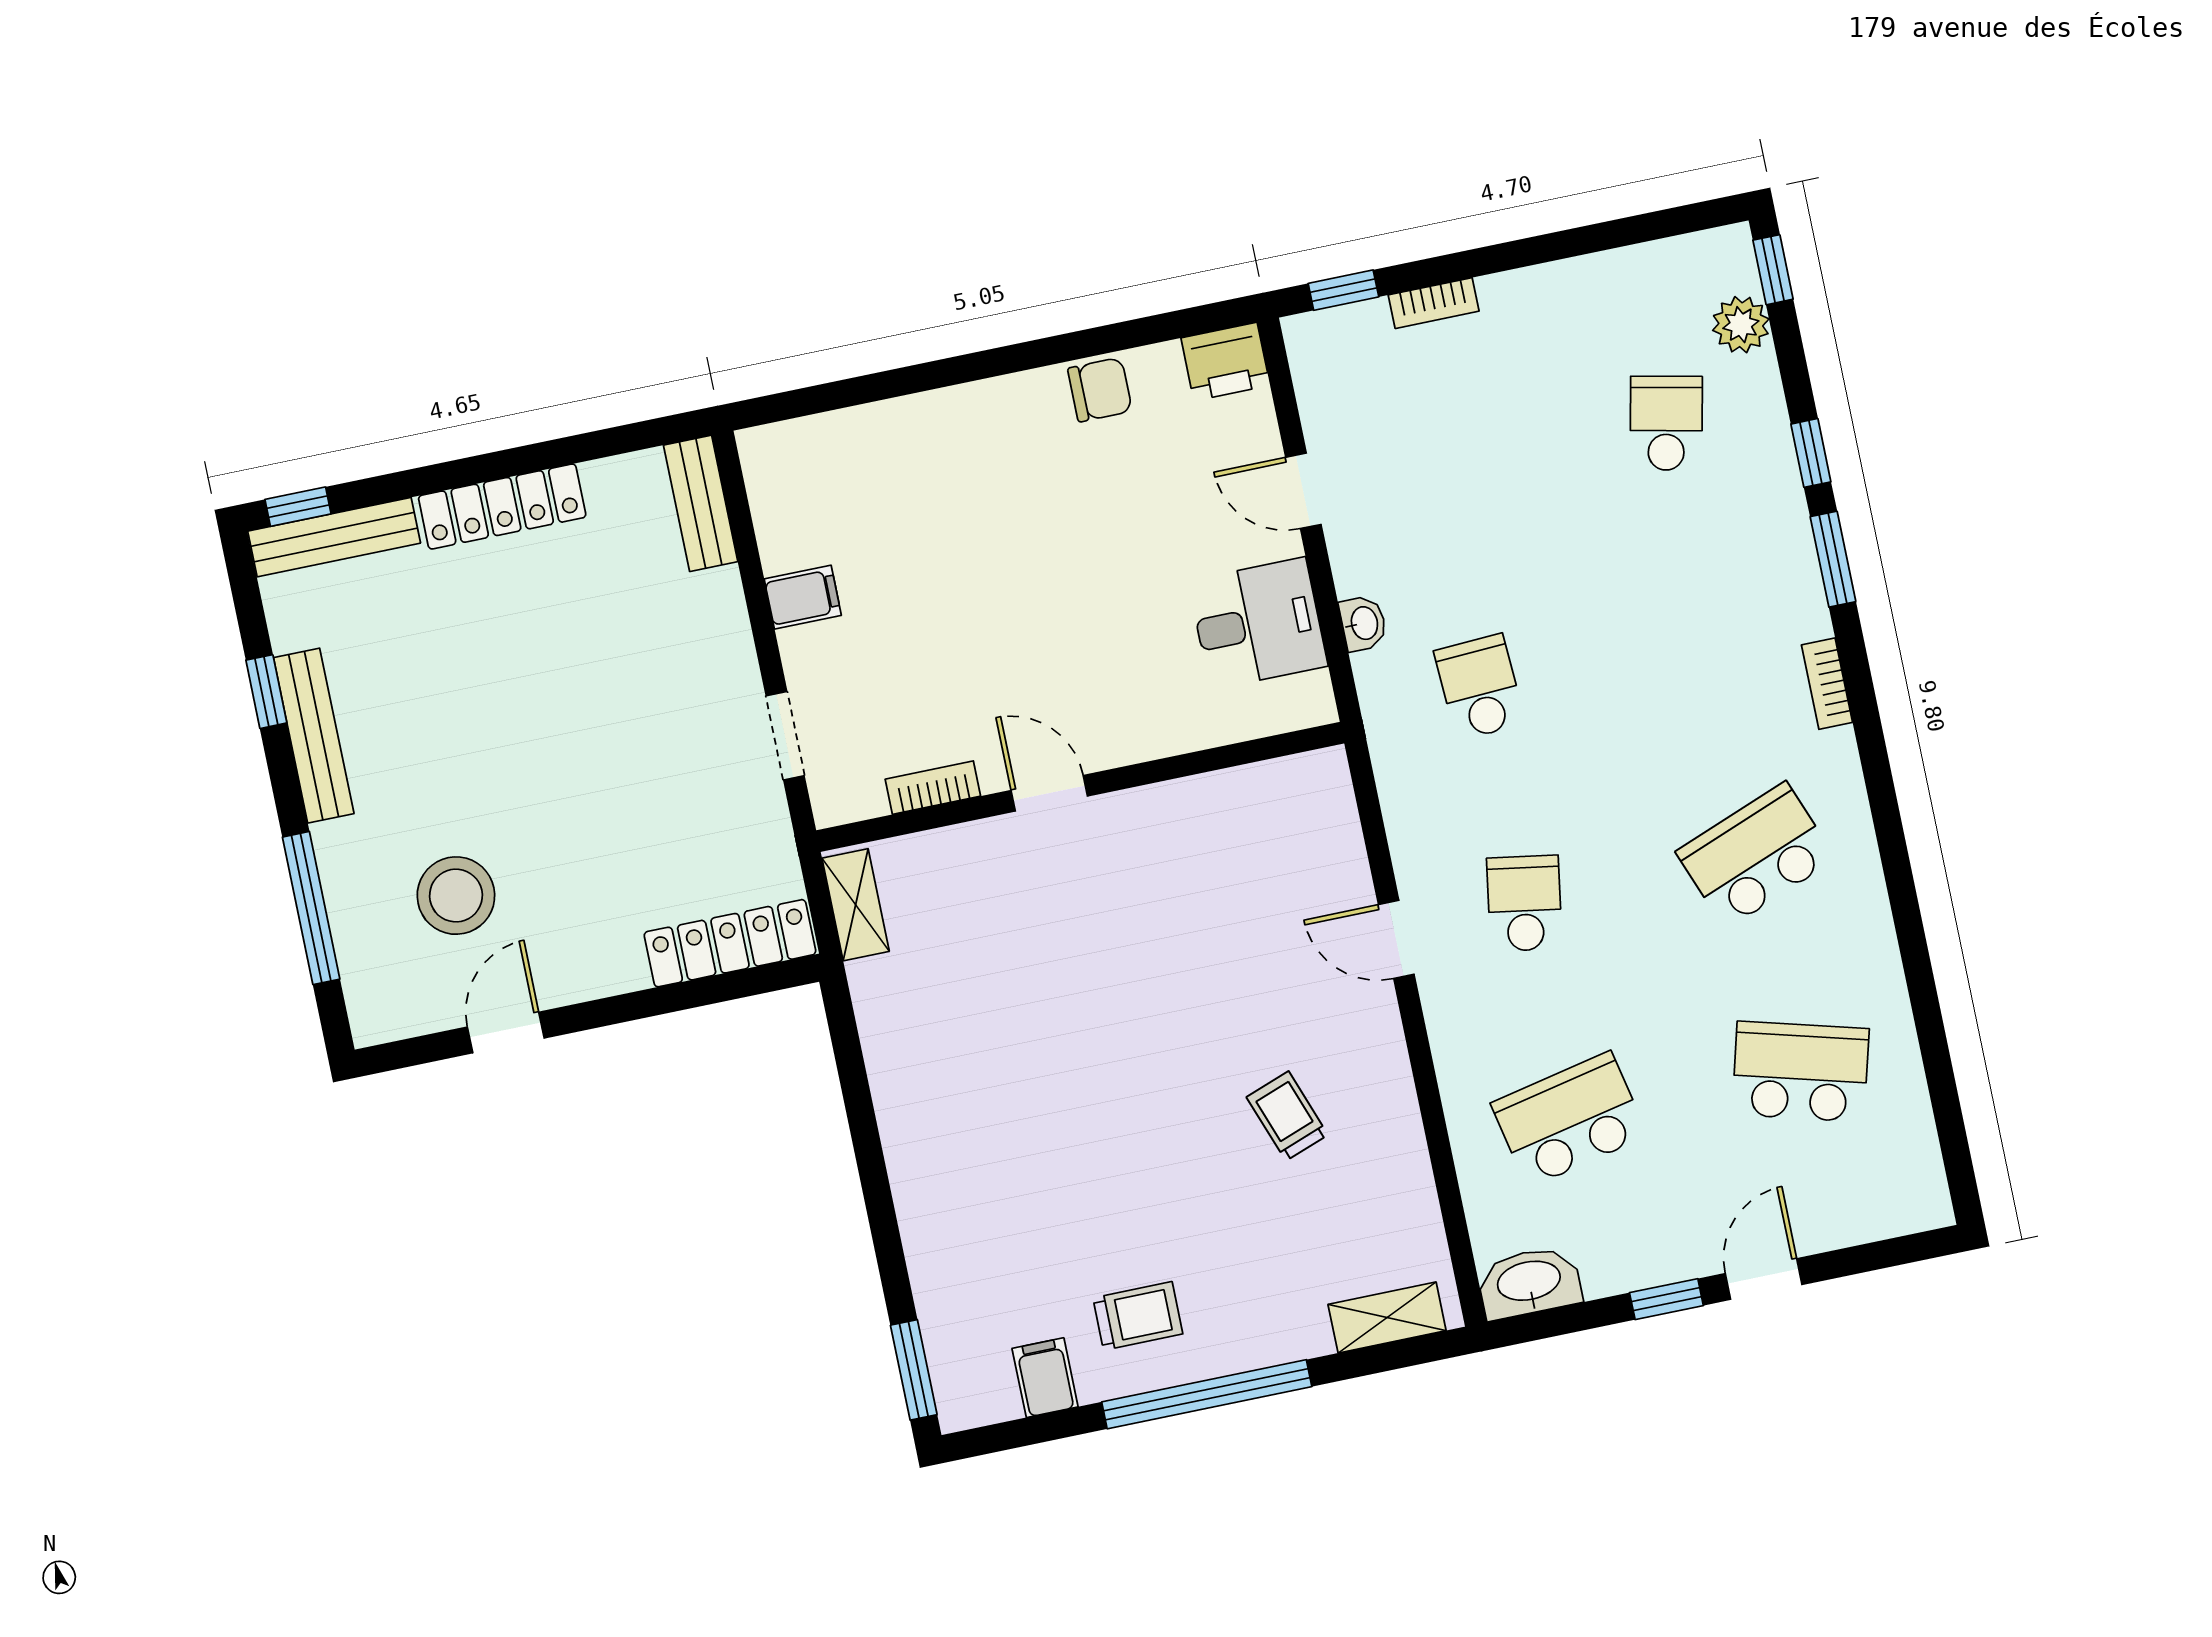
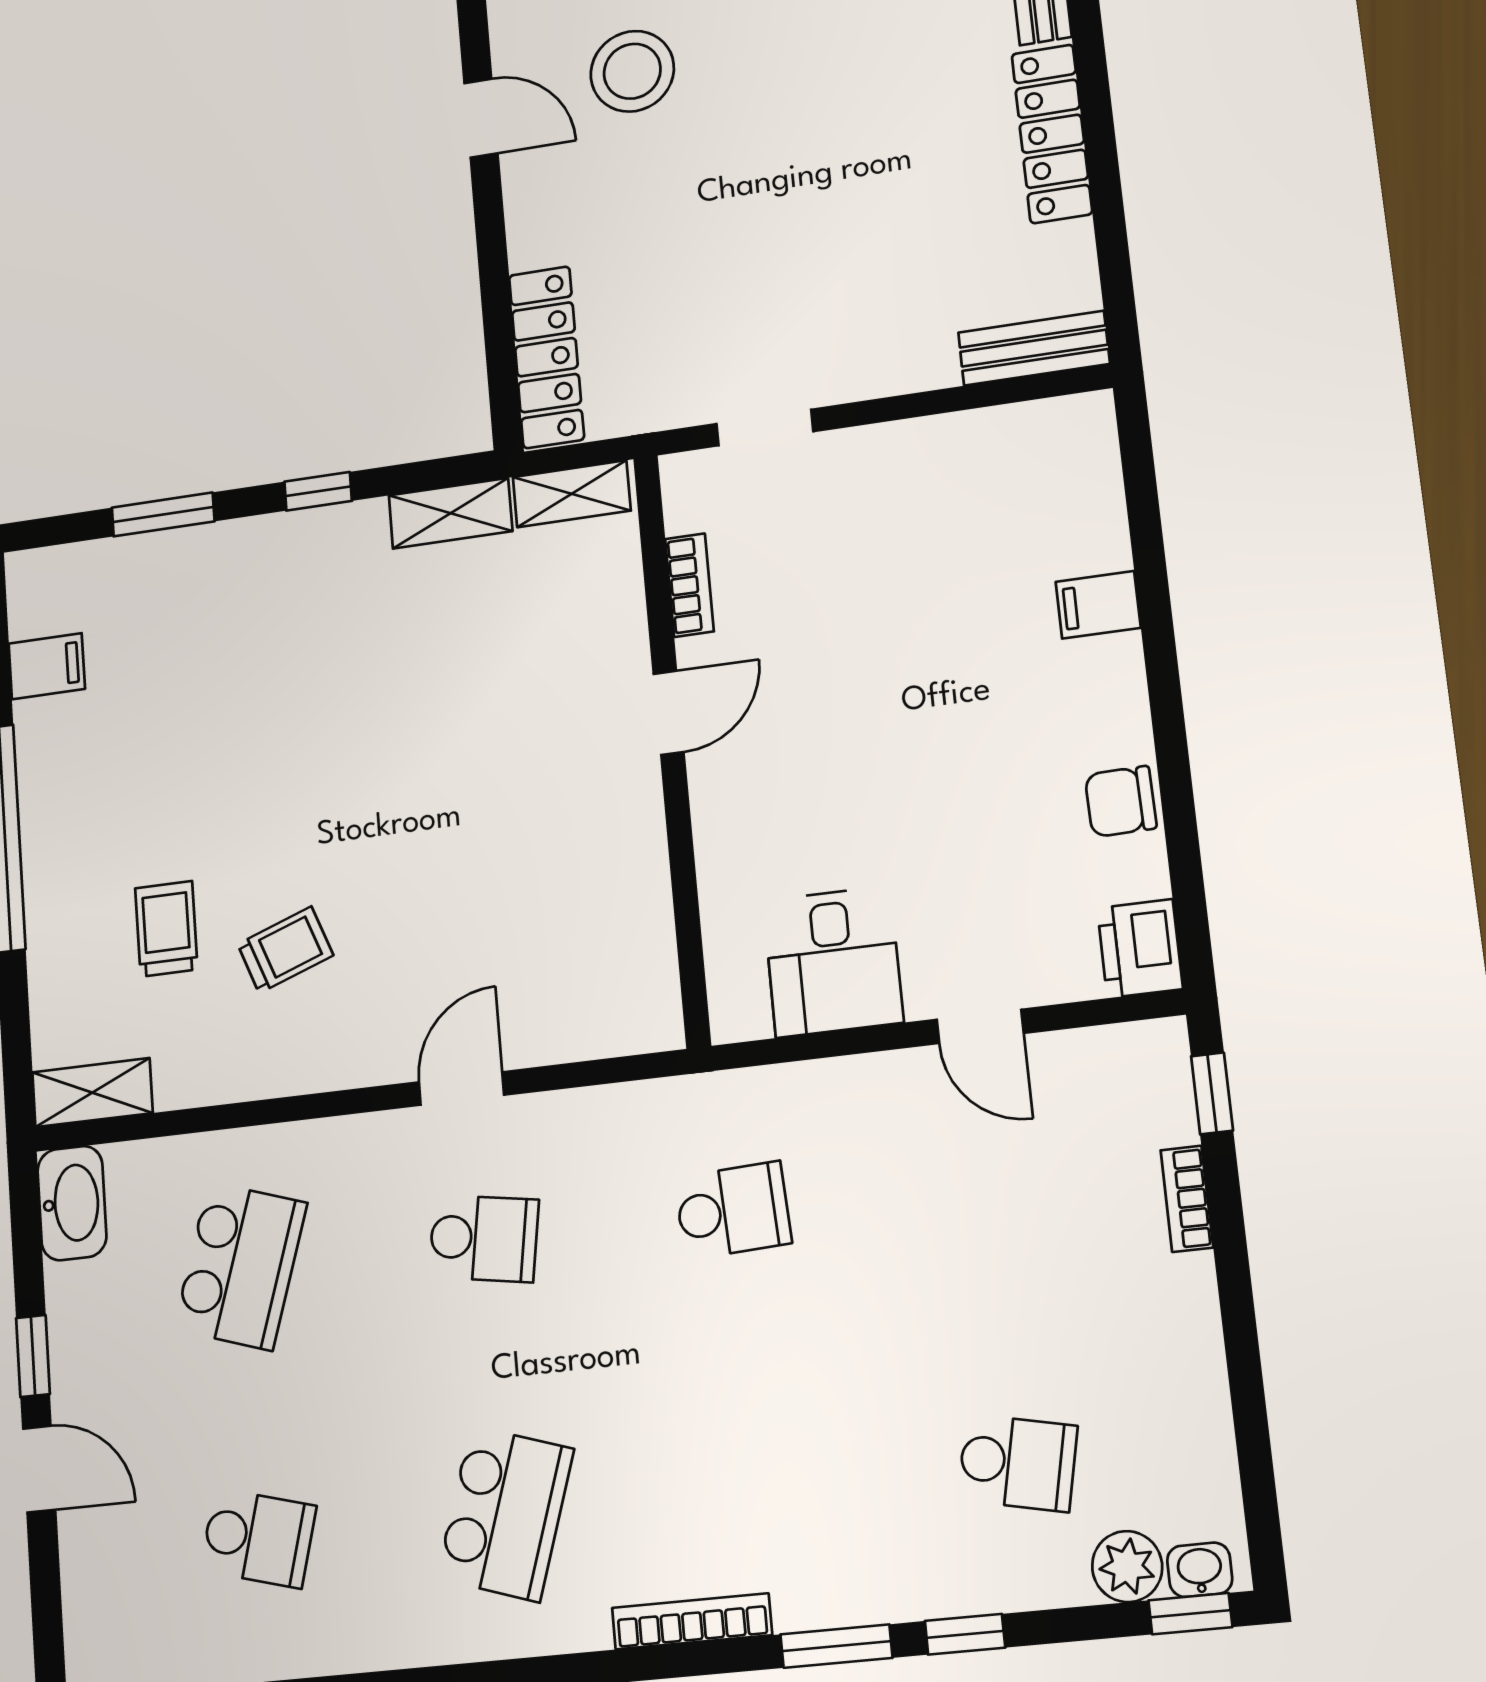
chair: (1100, 390) -> (1121, 801), turned 89
door: (1303, 491) -> (980, 1026), swing flipped
filing cabinet: (803, 597) -> (1098, 605), moved, turned 90
washbasin: (1363, 623) -> (1200, 1570), moved, turned 180
bookcase: (1827, 684) -> (692, 1621), width x1.56
school desk: (1756, 855) -> (505, 1514), turned 39
shelving: (880, 1015) -> (450, 513), added
school desk: (1801, 1072) -> (258, 1538), width x0.54
school desk: (1569, 1119) -> (240, 1266), turned 30
window: (866, 1141) -> (318, 491), added
trolley: (1138, 1316) -> (166, 929), moved, turned 180
shelving: (1387, 1317) -> (92, 1093), moved, turned 90
window: (914, 1370) -> (163, 514), moved

